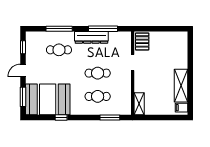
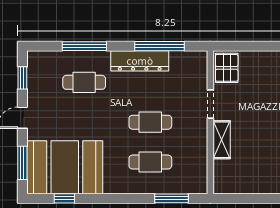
shelving: (139, 104) -> (222, 140), moved
window: (61, 118) -> (64, 198), moved

